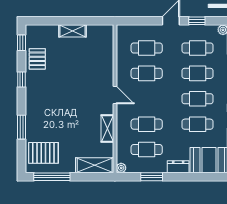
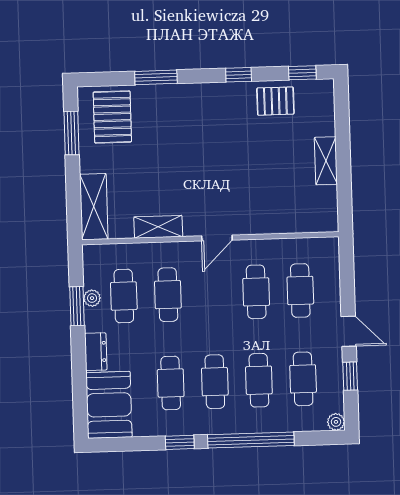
plant: (121, 168) -> (92, 298), moved
window: (52, 177) -> (72, 133), width x0.69

